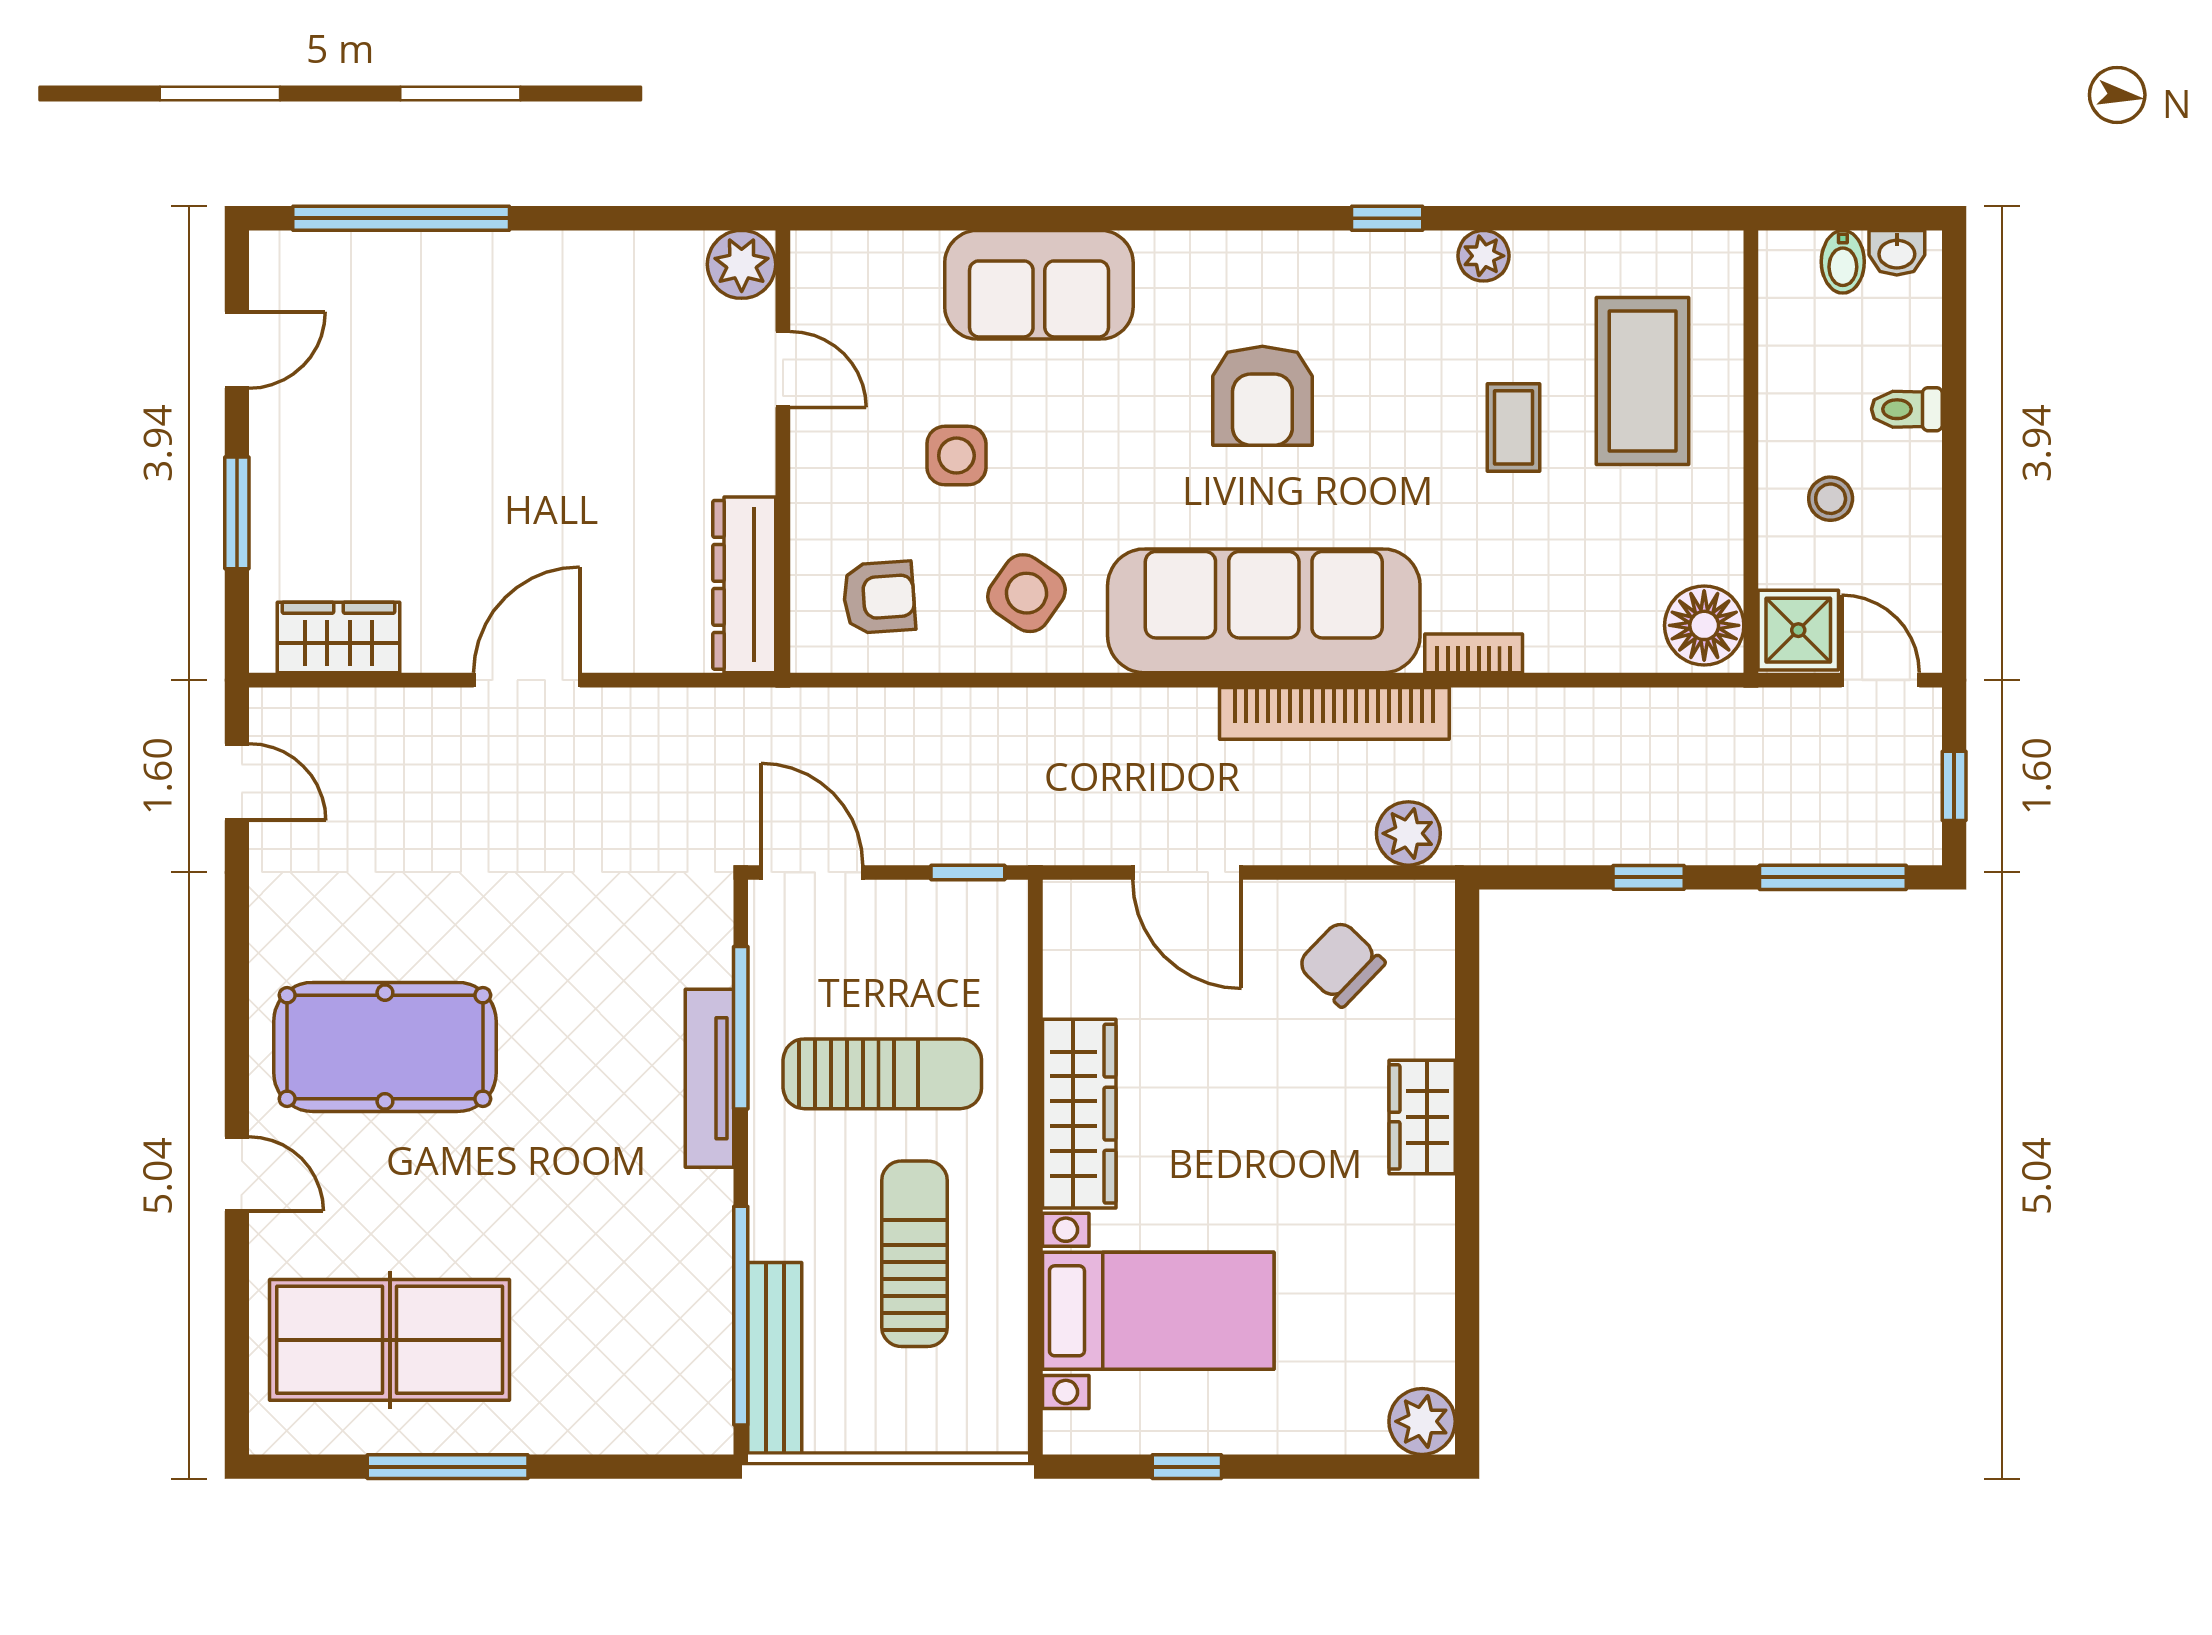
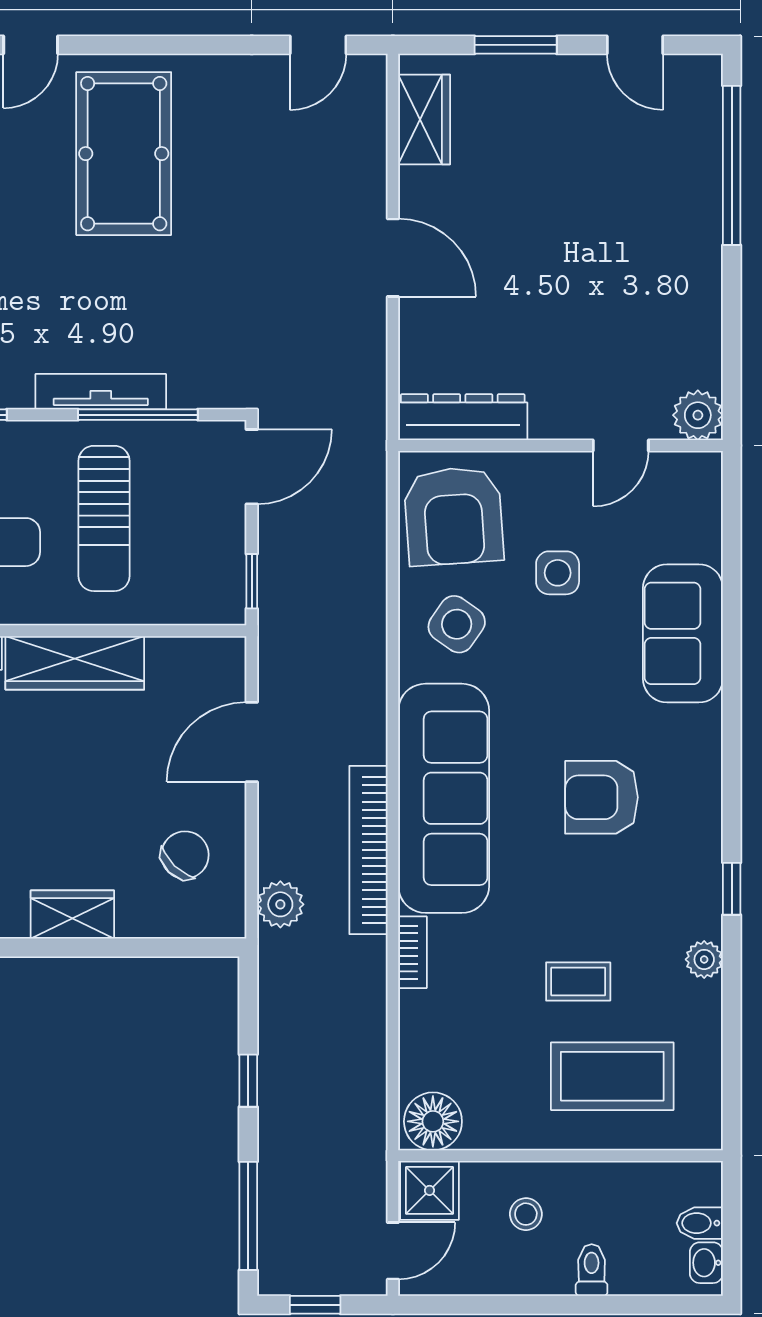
armchair: (879, 597) -> (454, 516), width x1.88, depth x1.88

